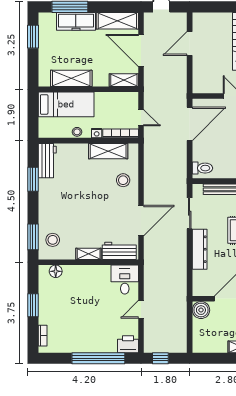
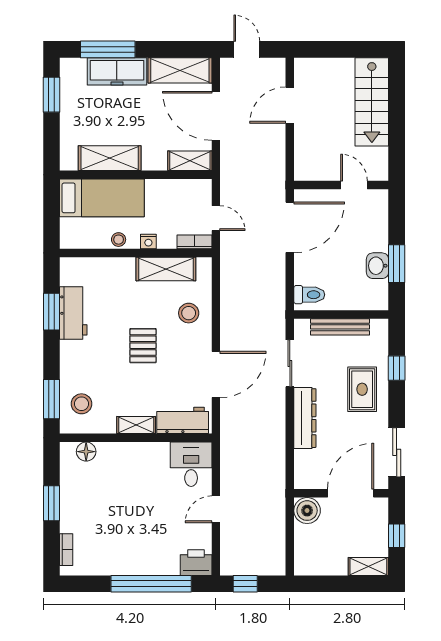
bookcase: (121, 133) -> (194, 242), width x0.64
workbench: (47, 161) -> (73, 313), moved
pallet: (93, 202) -> (143, 346), added

